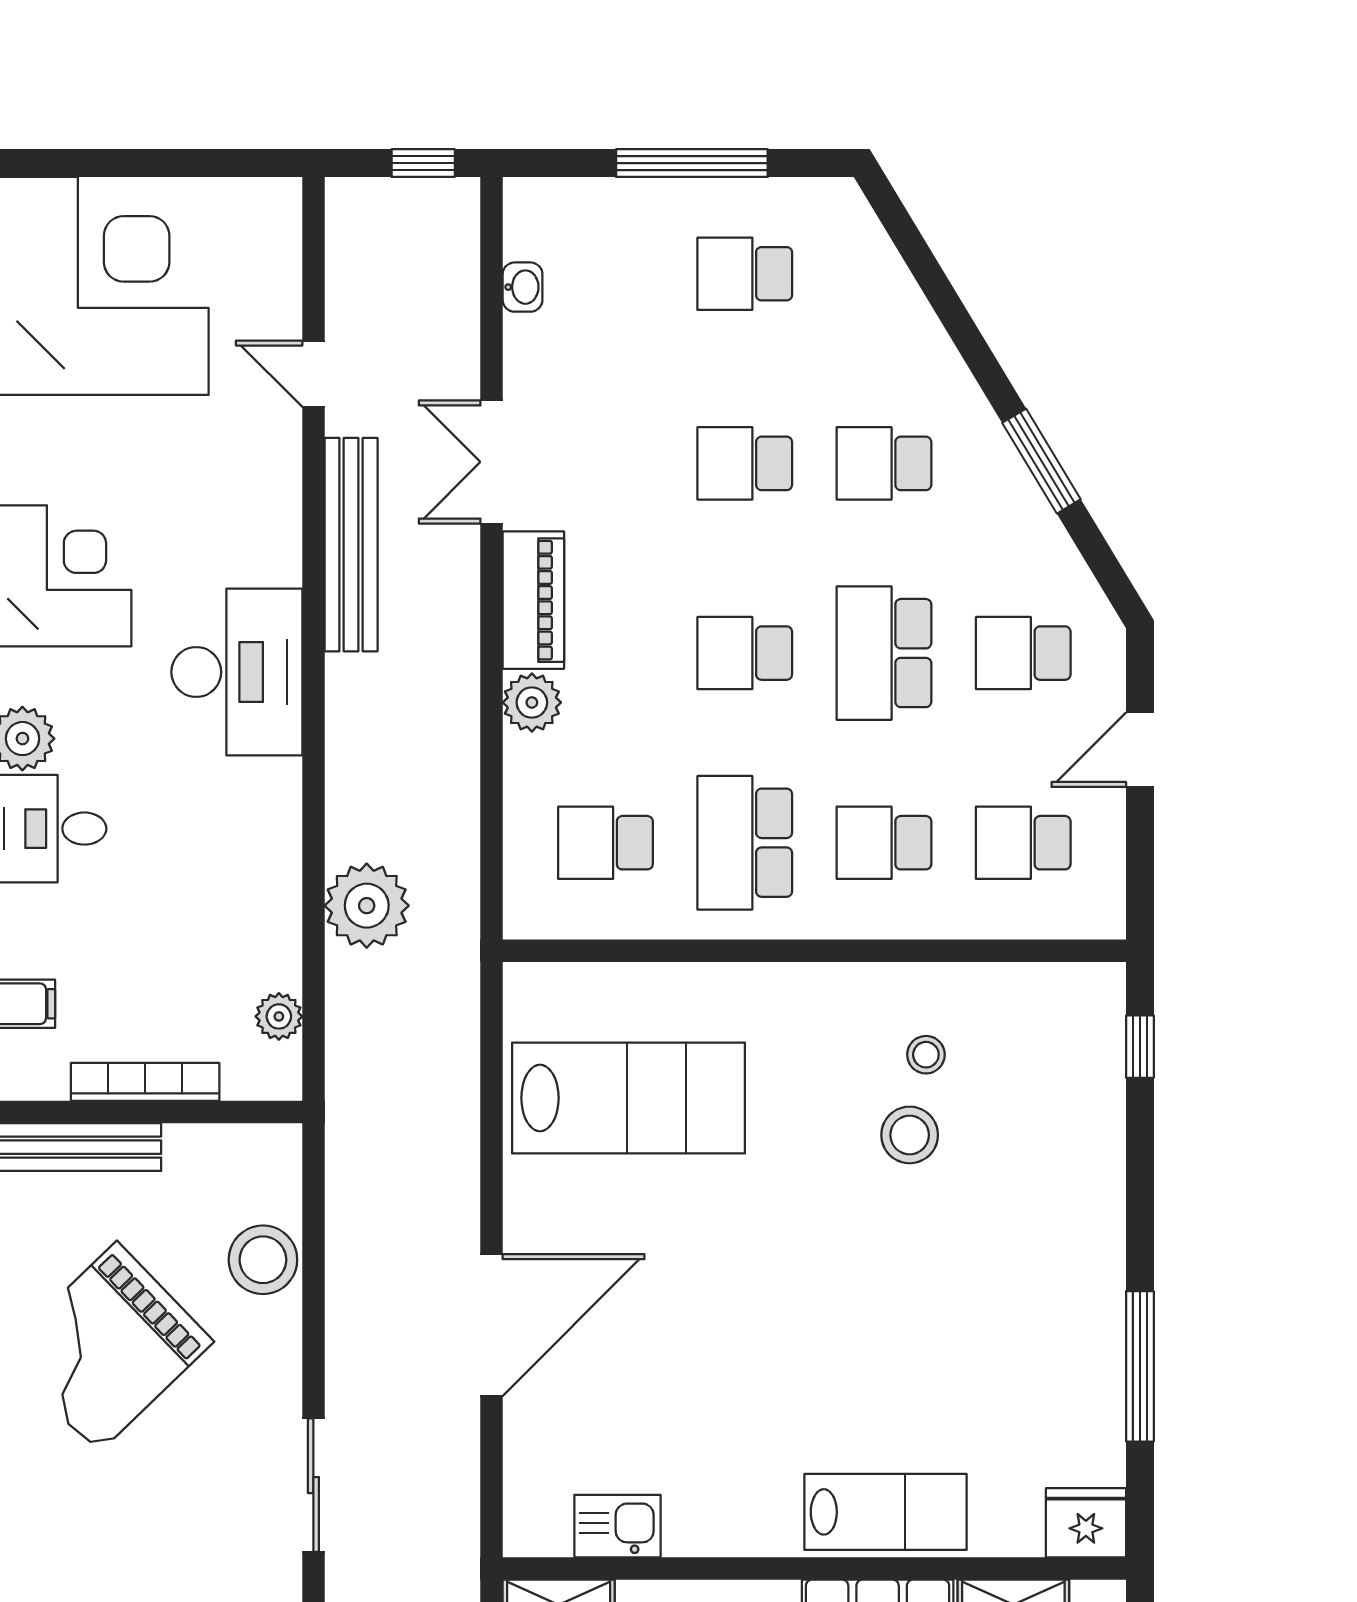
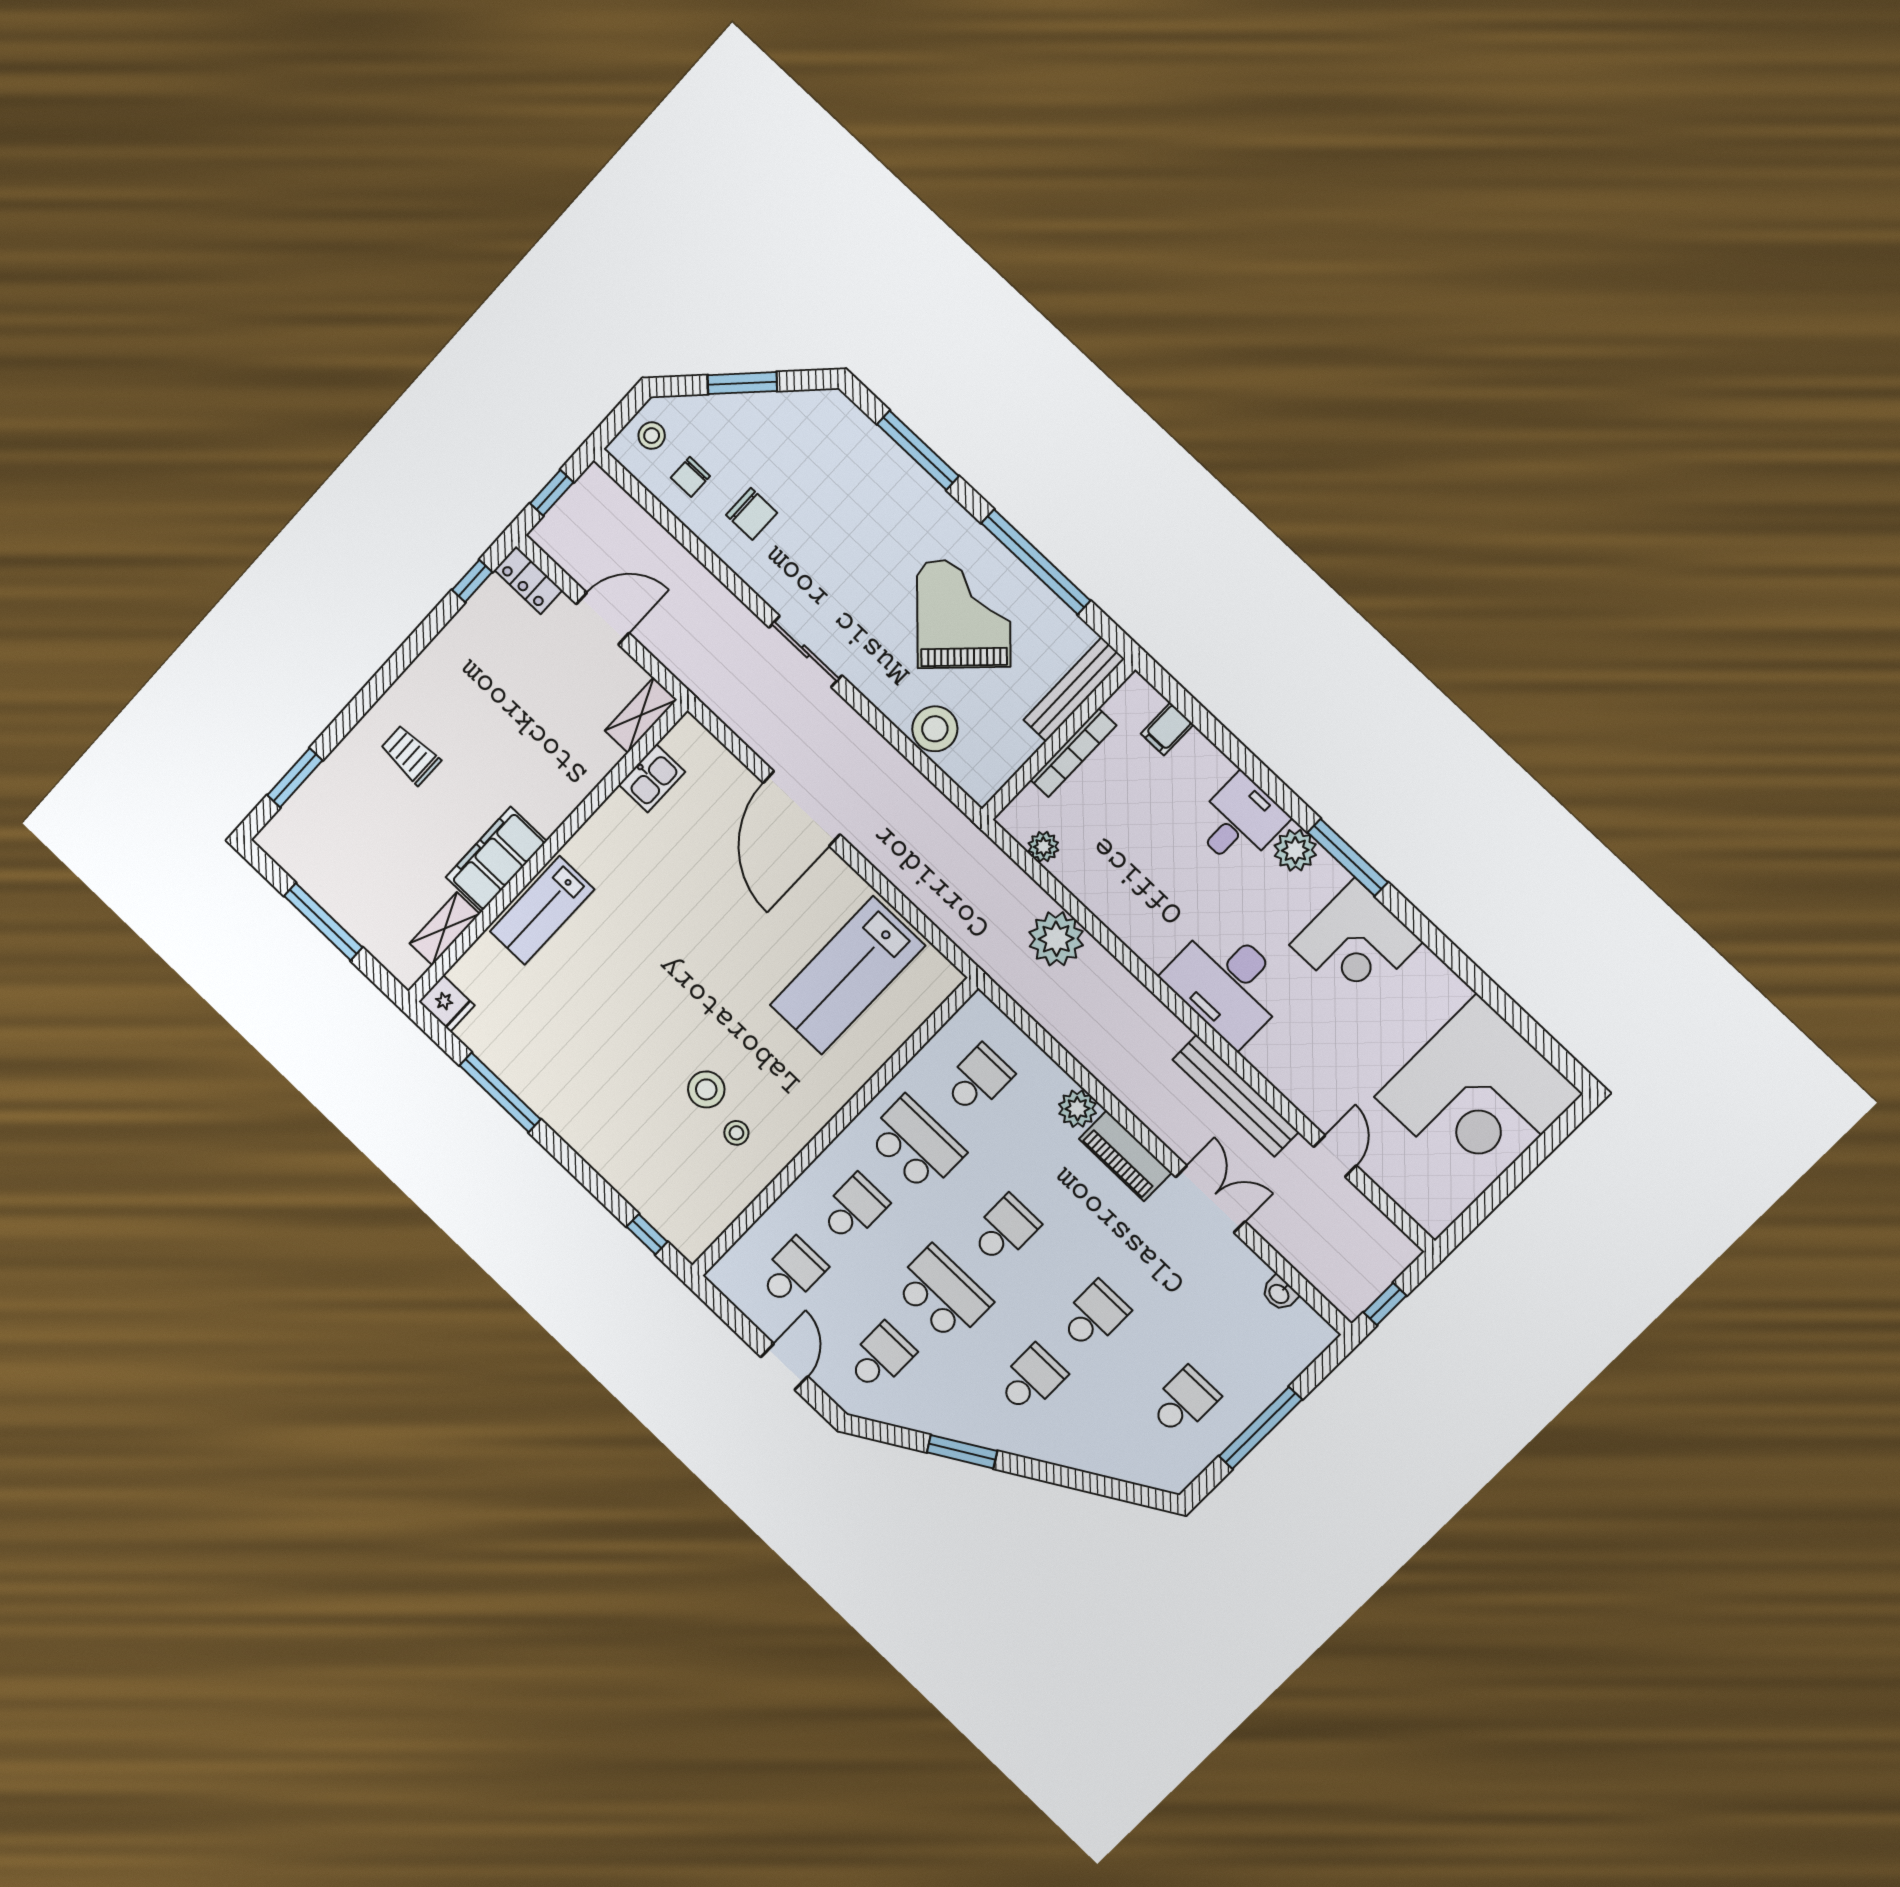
door: (313, 374) -> (1335, 1156), hinge flipped
fridge: (1086, 1523) -> (447, 1003), width x0.72

